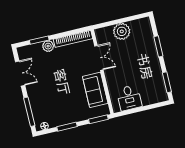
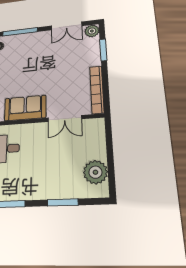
plant: (122, 31) -> (95, 172), moved
plant: (48, 46) -> (92, 31), moved

